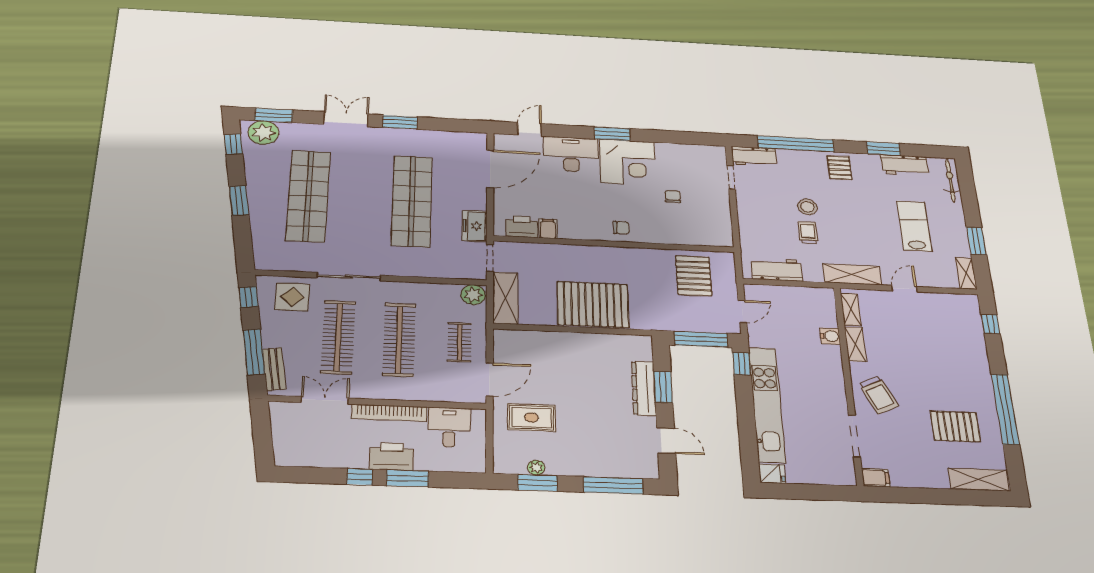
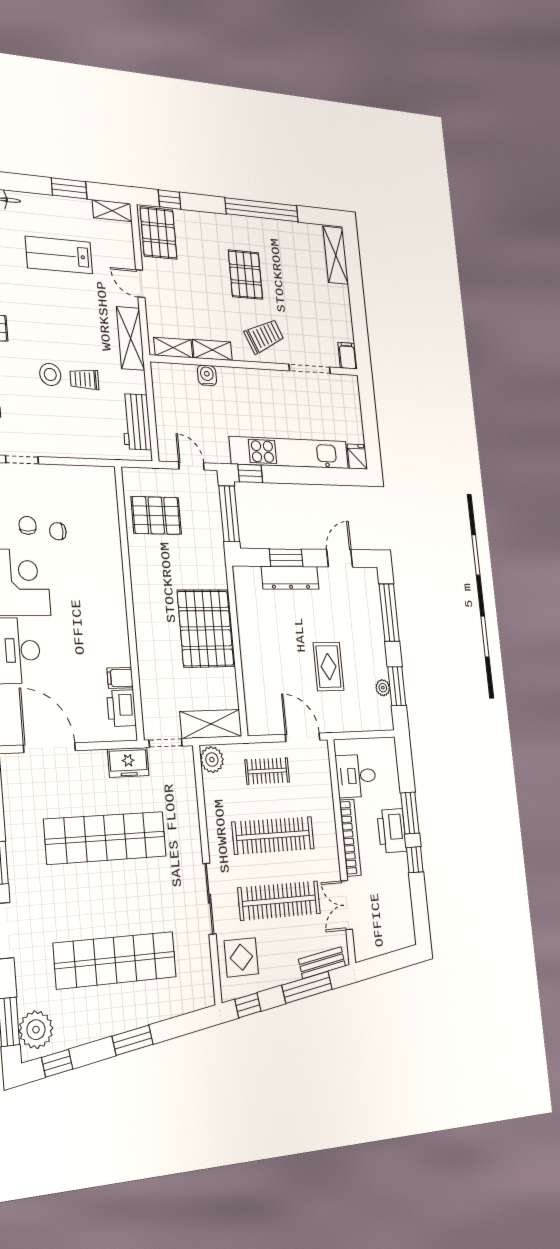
chair: (621, 228) -> (28, 525), moved
pallet: (956, 310) -> (159, 233), added
rug: (531, 418) -> (328, 667), moved
pallet: (955, 426) -> (245, 275), moved

